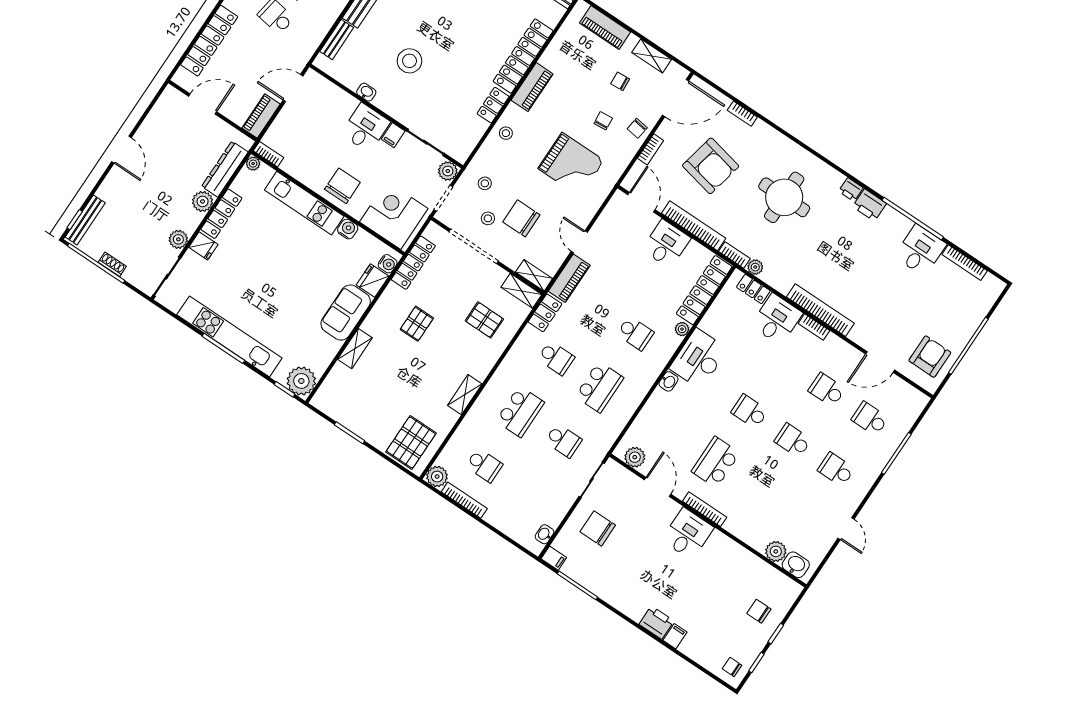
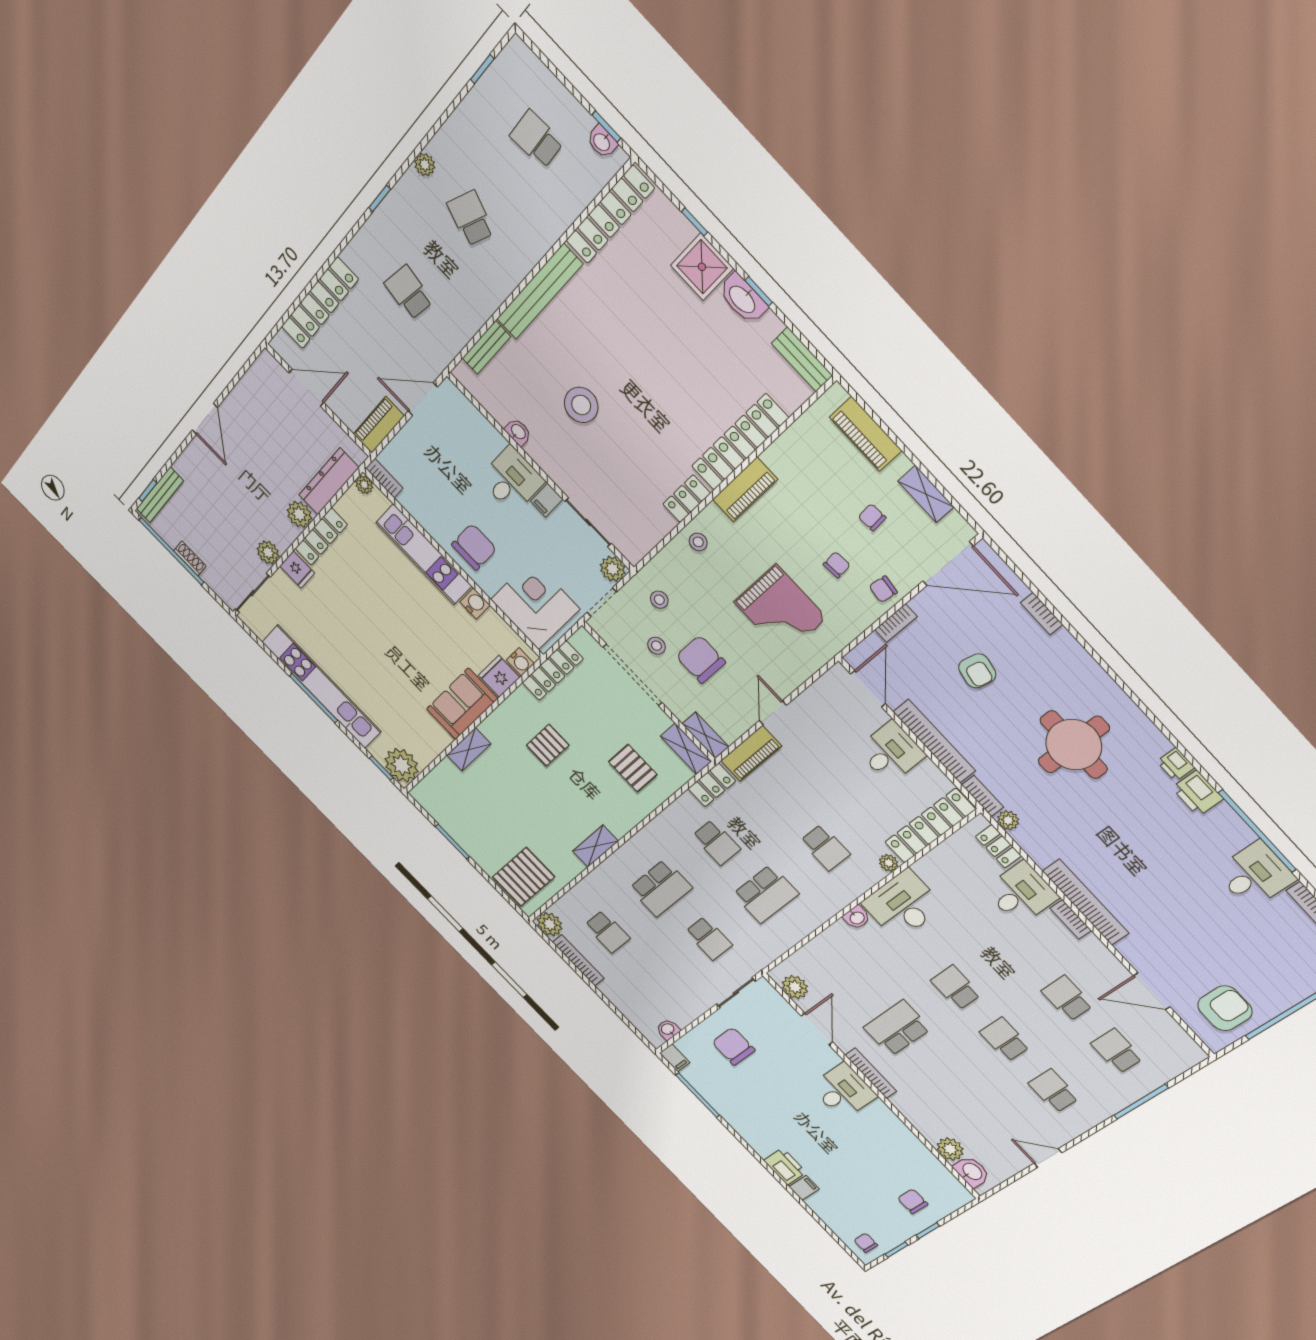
armchair: (711, 166) -> (977, 671), width x0.53, depth x0.53
door: (846, 529) -> (1048, 1158), swing flipped

